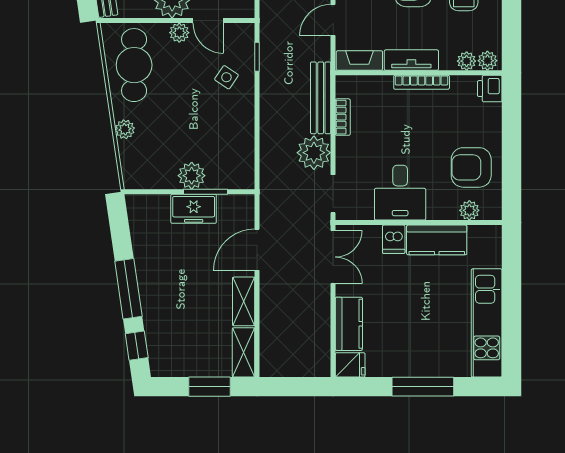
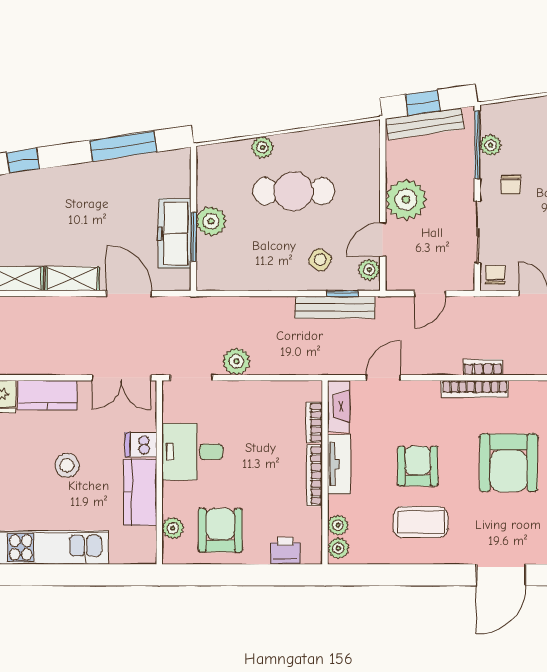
door: (333, 20) -> (383, 378), hinge flipped
plant: (179, 33) -> (369, 270), moved
cafe table: (134, 65) -> (294, 191), moved
printer: (490, 89) -> (285, 551), moved
bench: (321, 98) -> (335, 307), moved
bookcase: (343, 117) -> (314, 422), moved, turned 90
plant: (314, 153) -> (237, 361), width x0.73, depth x0.73
freezer: (194, 209) -> (175, 233), width x1.40
window: (128, 289) -> (123, 146), moved
stool: (412, 306) -> (67, 465), added

